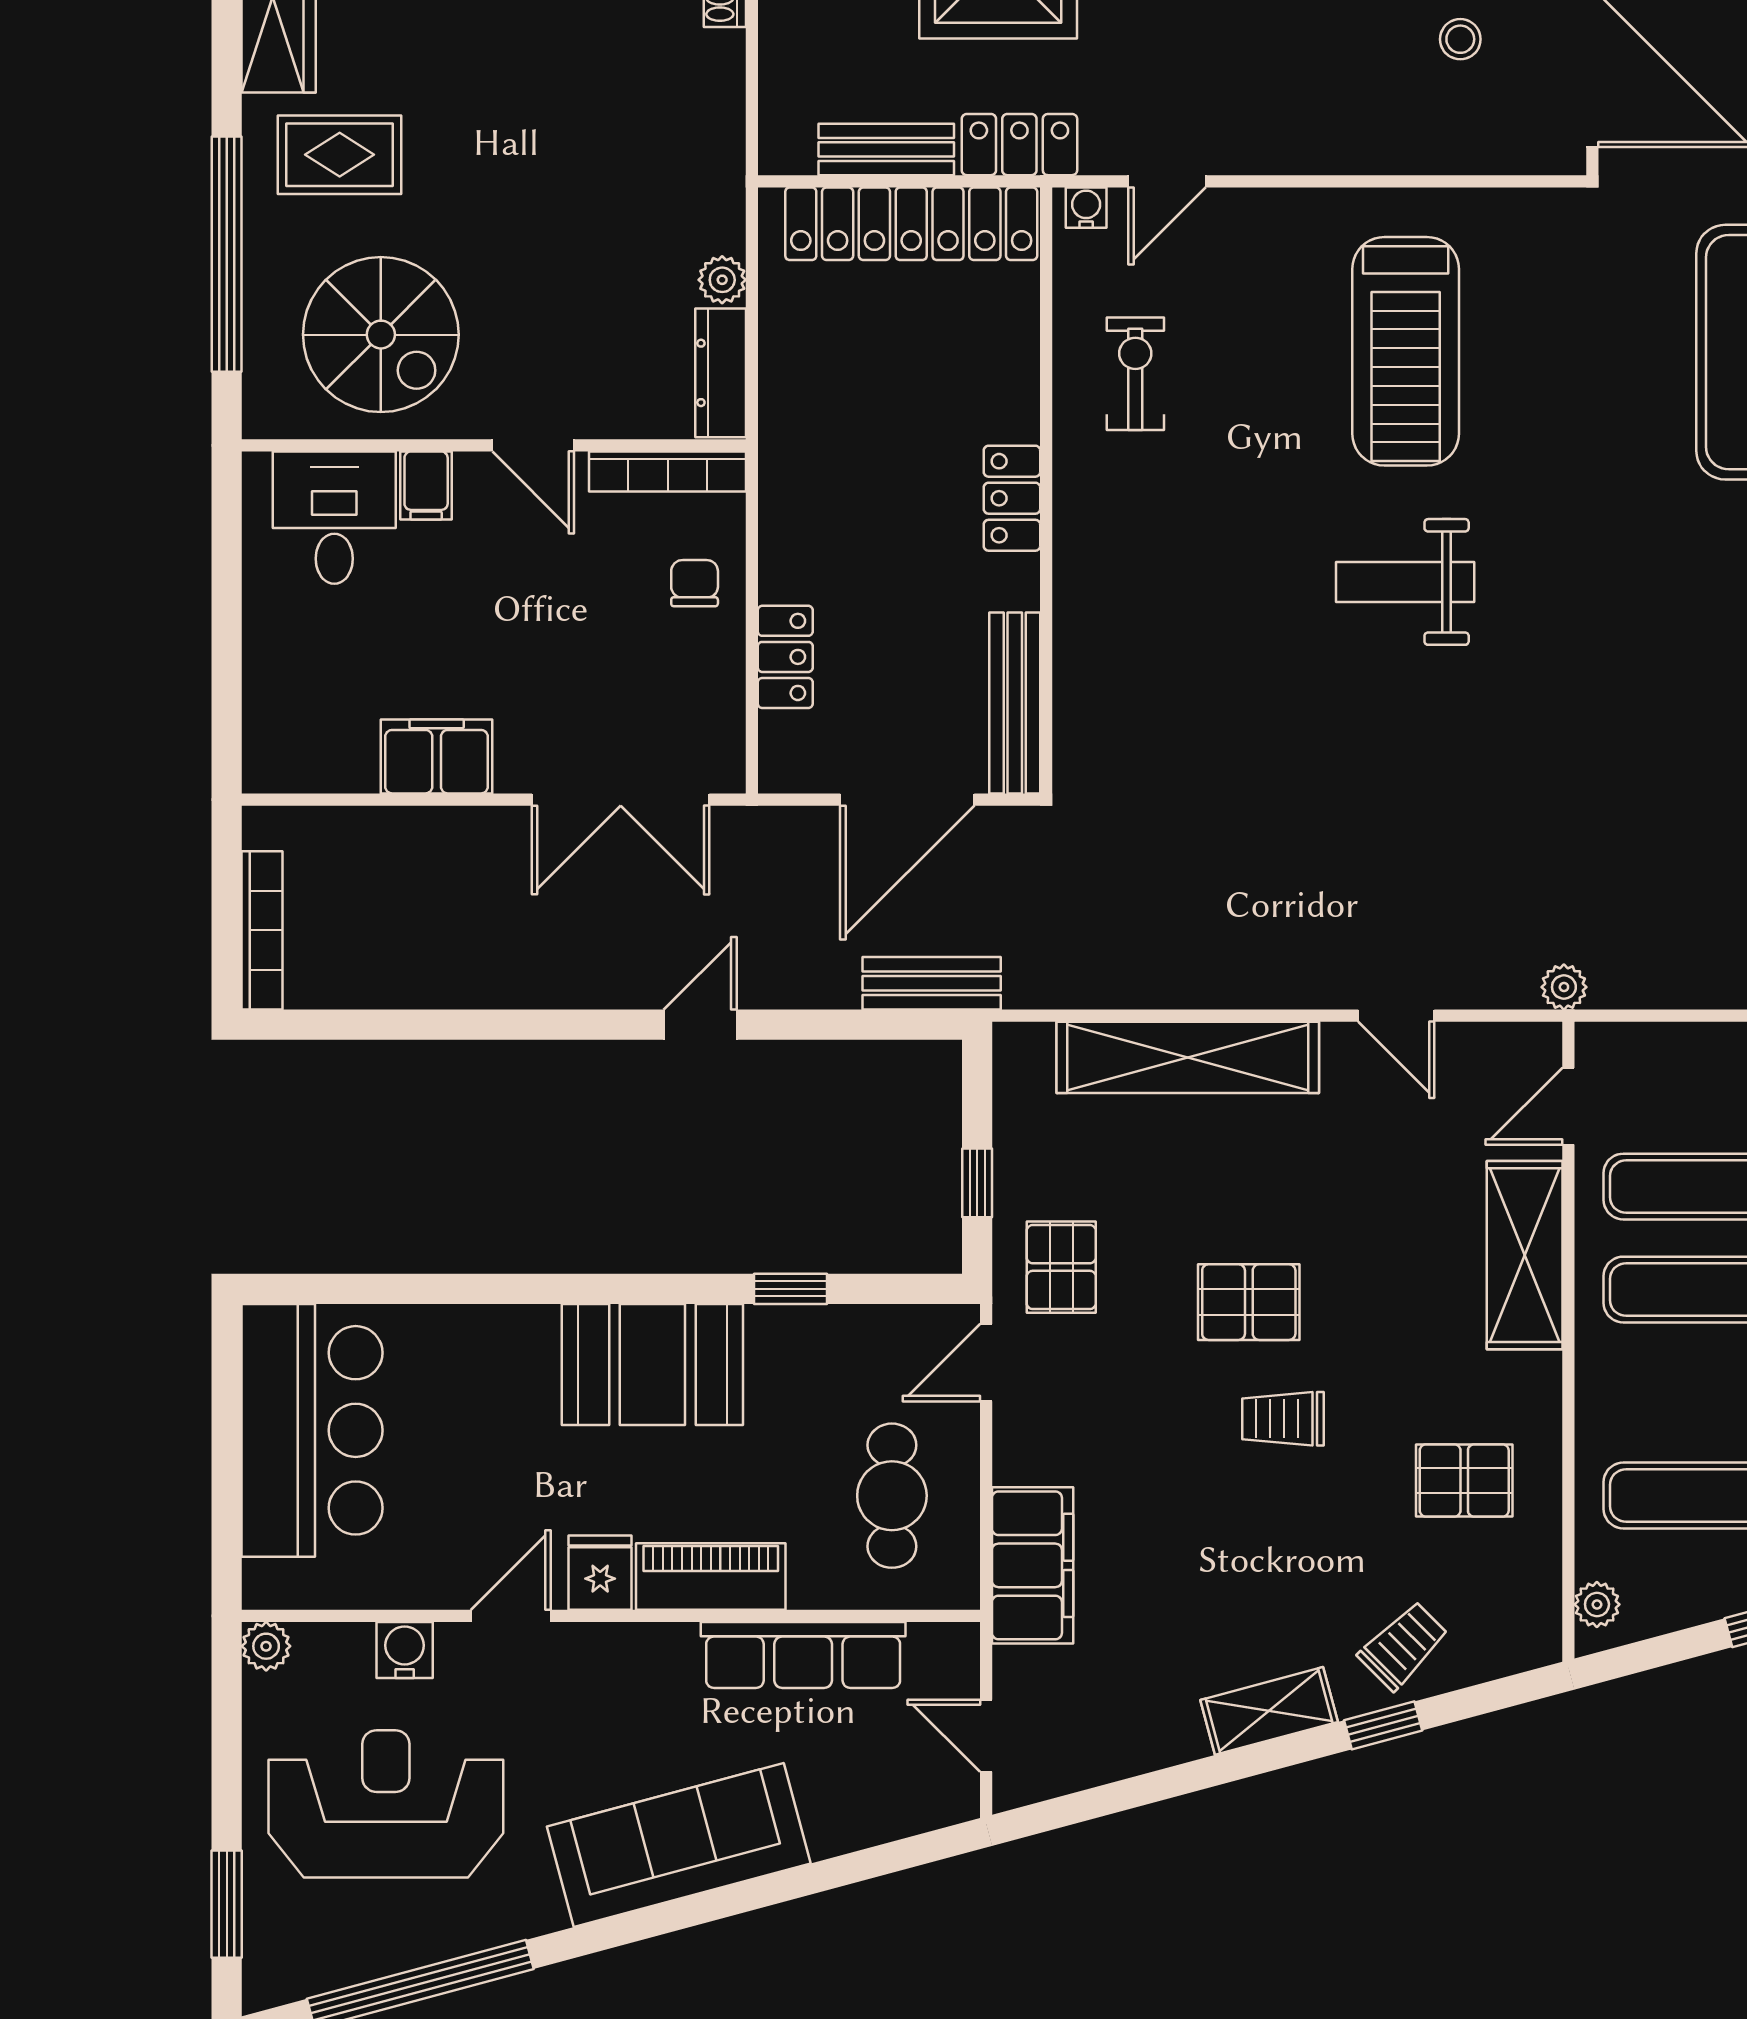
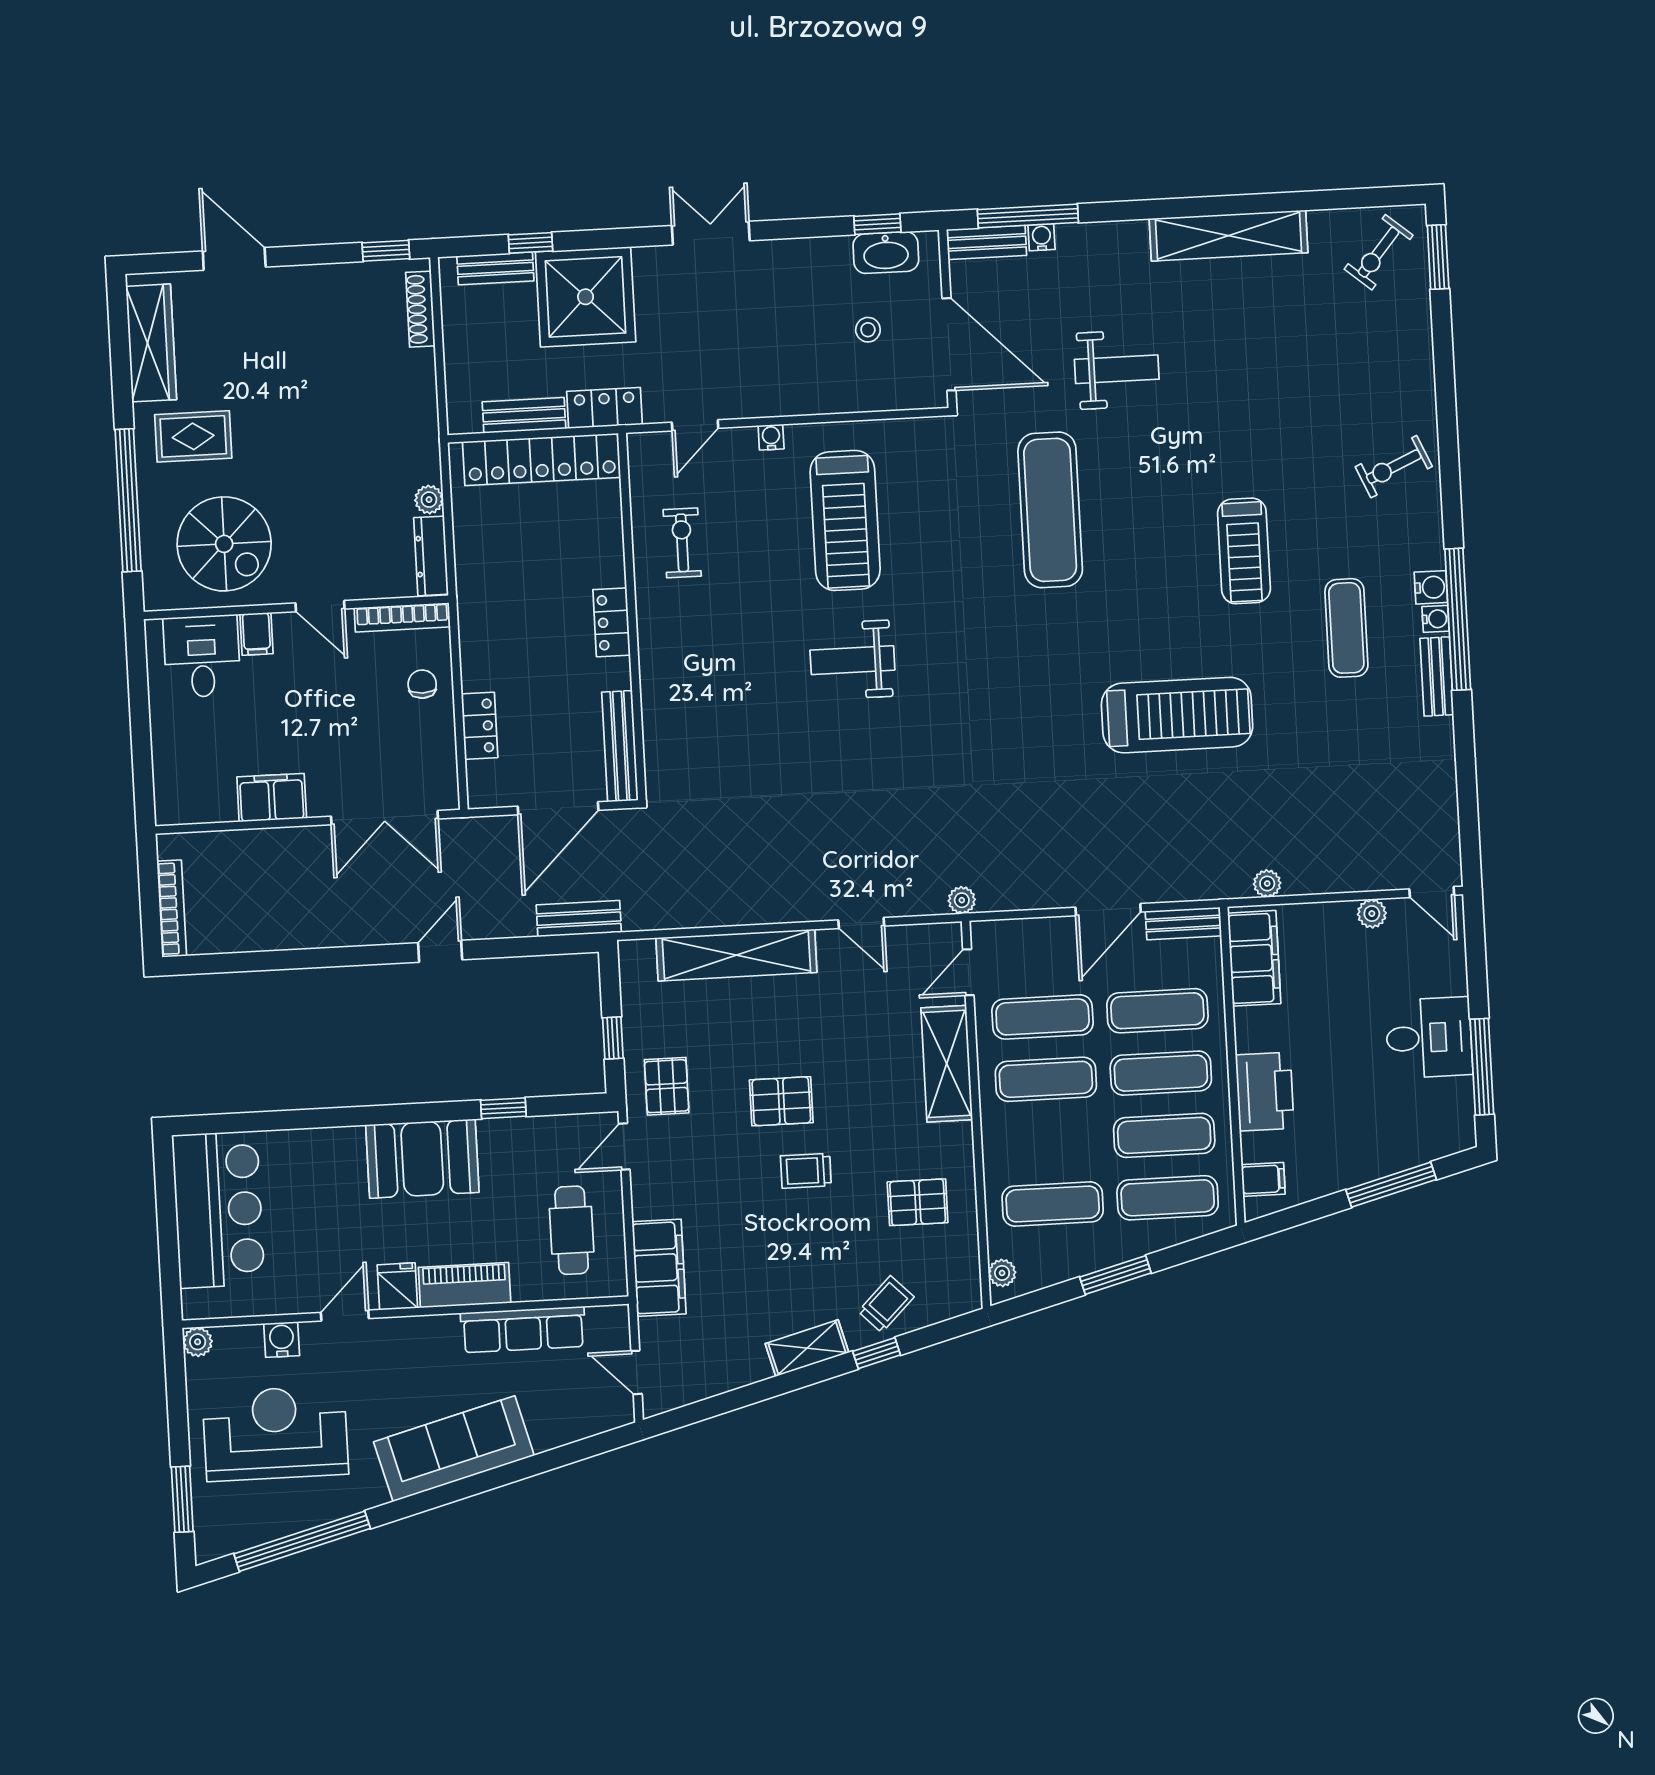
water cooler: (1086, 208) -> (771, 437), moved

